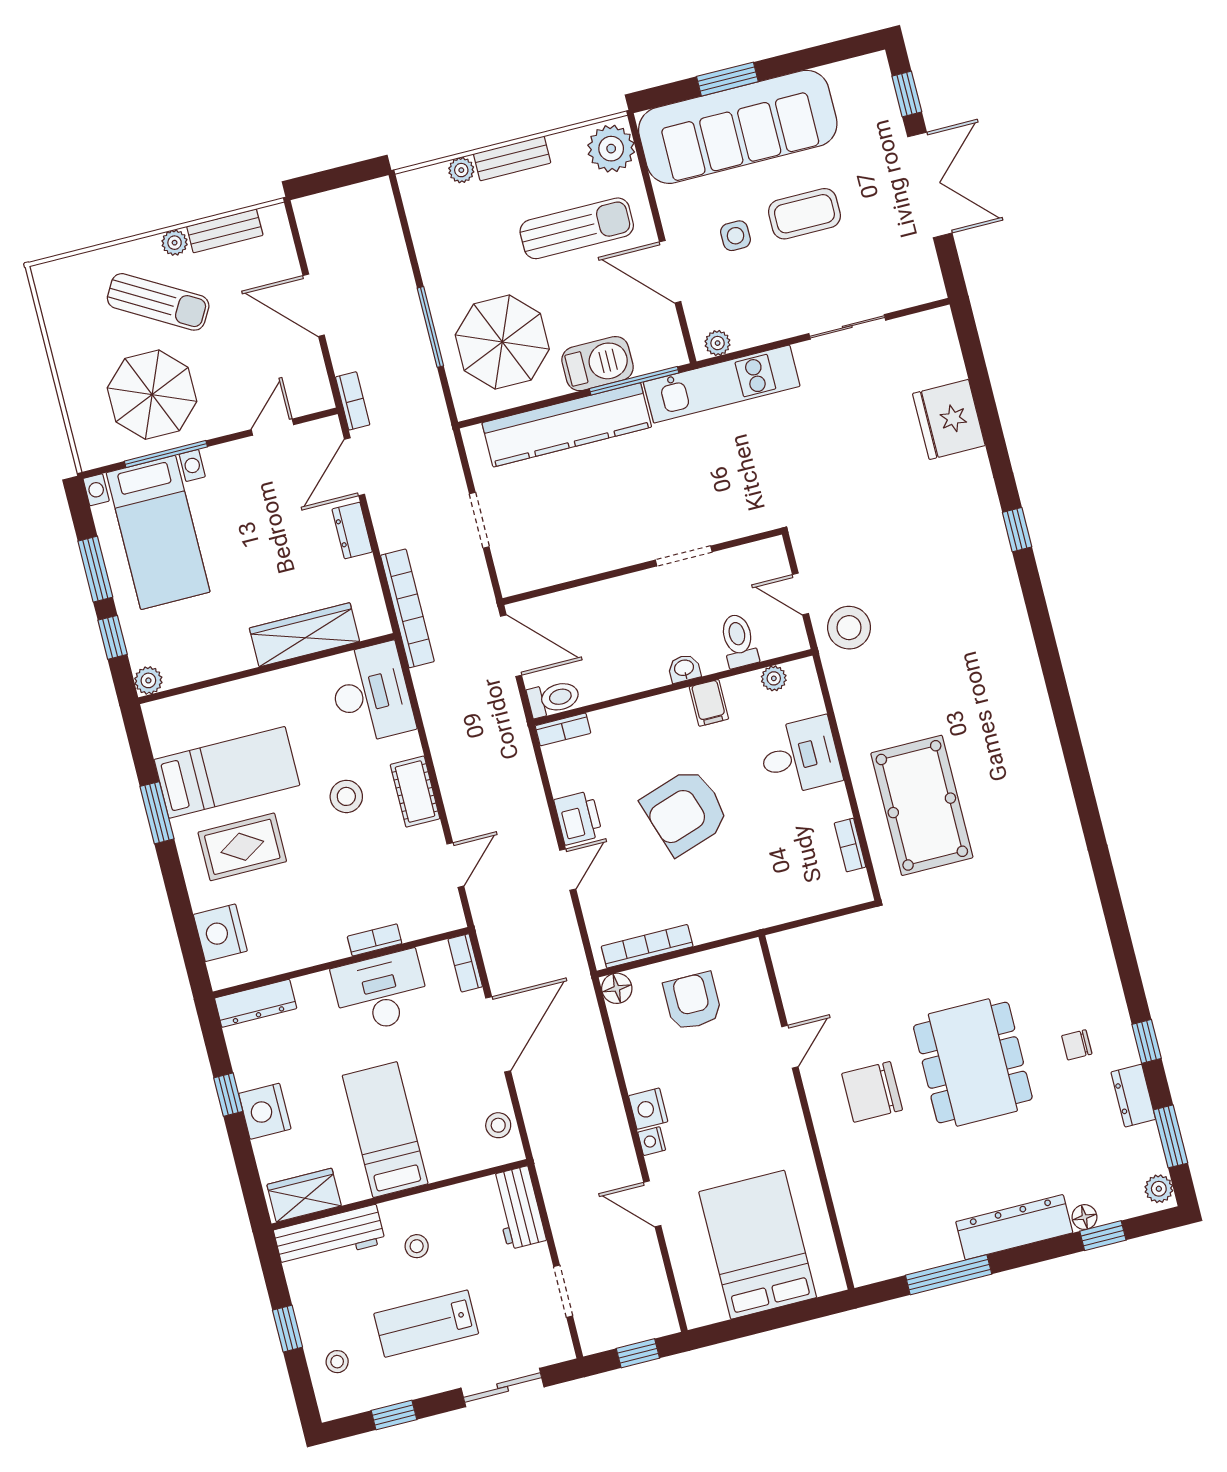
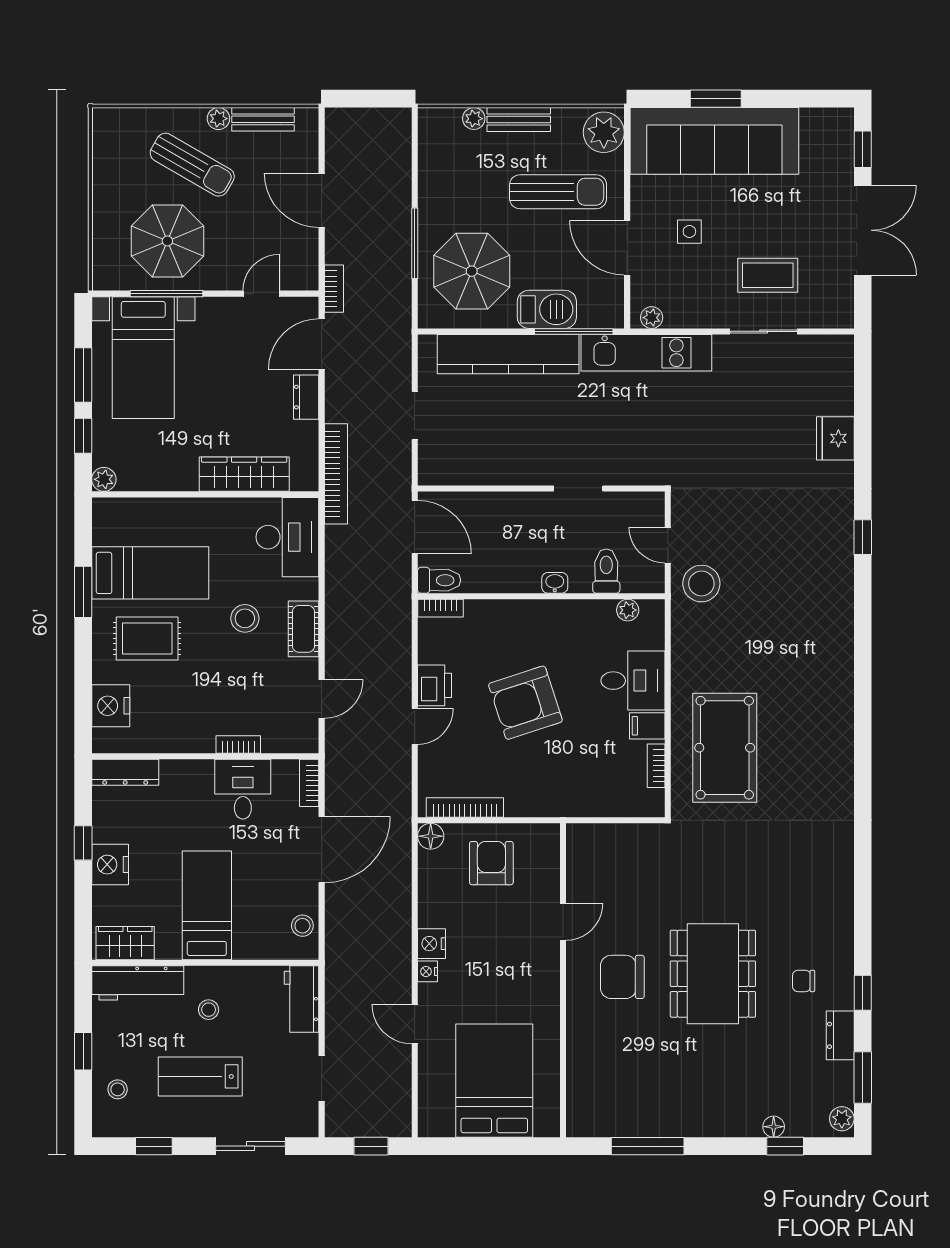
coffee table: (804, 214) -> (768, 275), moved
fridge: (949, 419) -> (835, 438), width x0.73, depth x0.75
filing cabinet: (709, 703) -> (647, 726), moved, turned 90
desk: (381, 992) -> (243, 789), width x0.73
dresser: (1014, 1227) -> (713, 1120), removed

